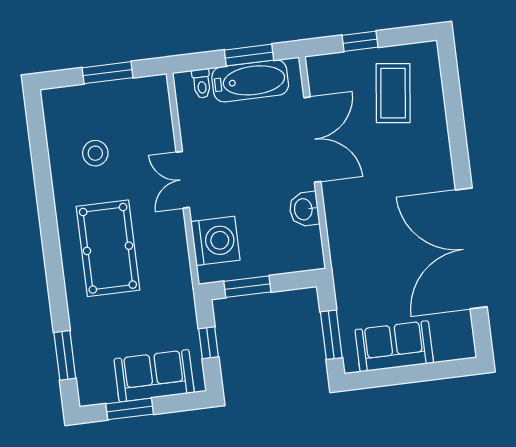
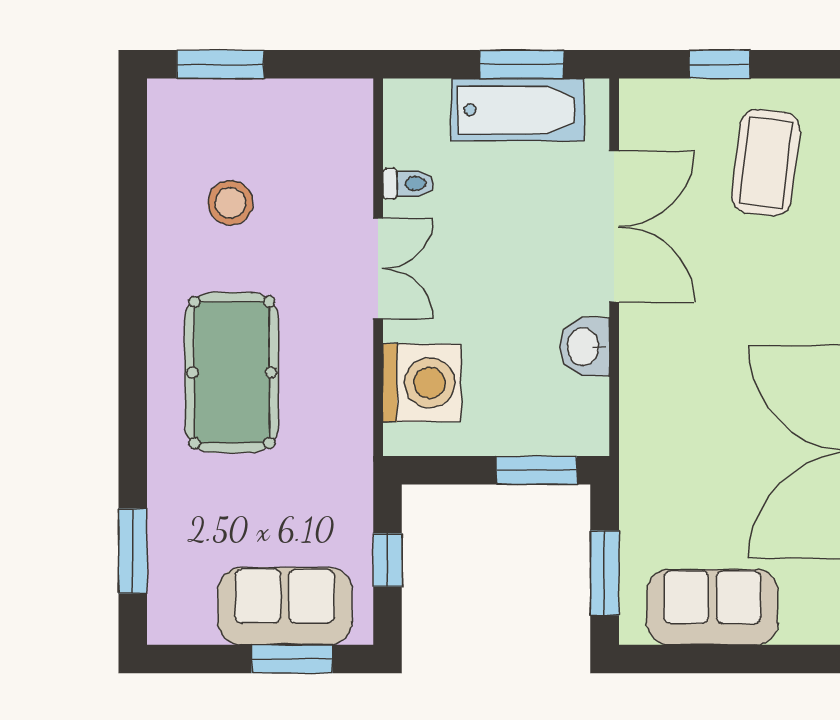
window: (108, 73) -> (220, 64), moved
toilet: (202, 83) -> (408, 184), moved, turned -90
double door: (183, 180) -> (378, 269), swing flipped
window: (247, 287) -> (537, 470), moved
window: (130, 409) -> (292, 659), moved

